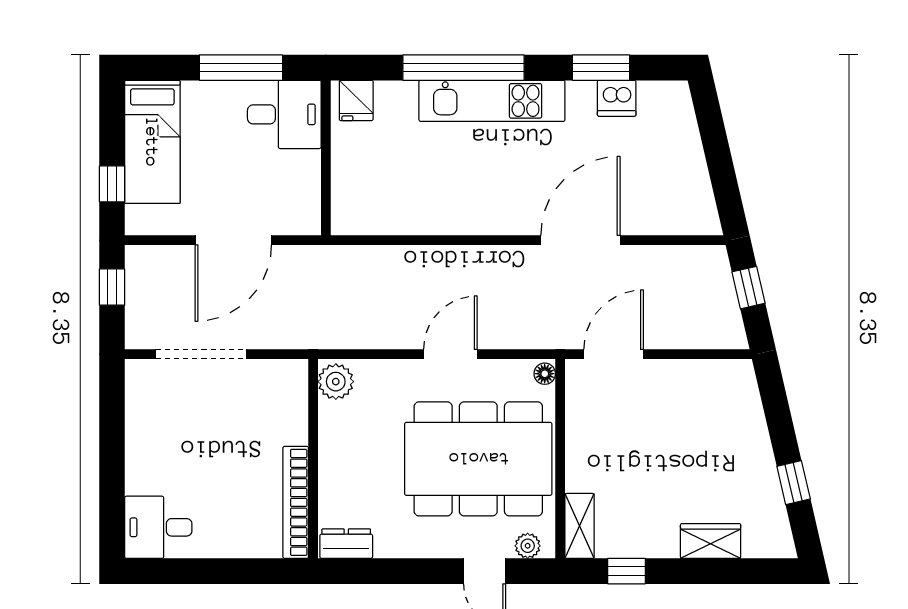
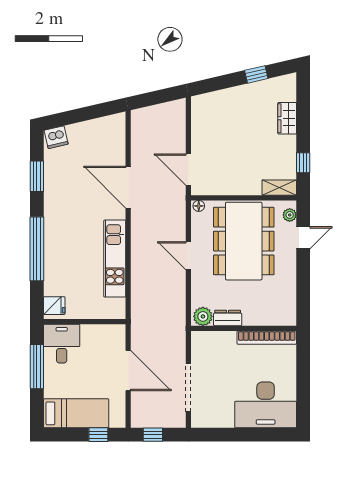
dishwasher: (617, 98) -> (56, 137), moved, turned 77
kitchen unit: (492, 101) -> (115, 259), moved, turned 180
window: (749, 288) -> (153, 98), removed
desk: (158, 527) -> (266, 405), width x1.87, depth x1.30
dresser: (346, 544) -> (228, 318), moved, turned 90

